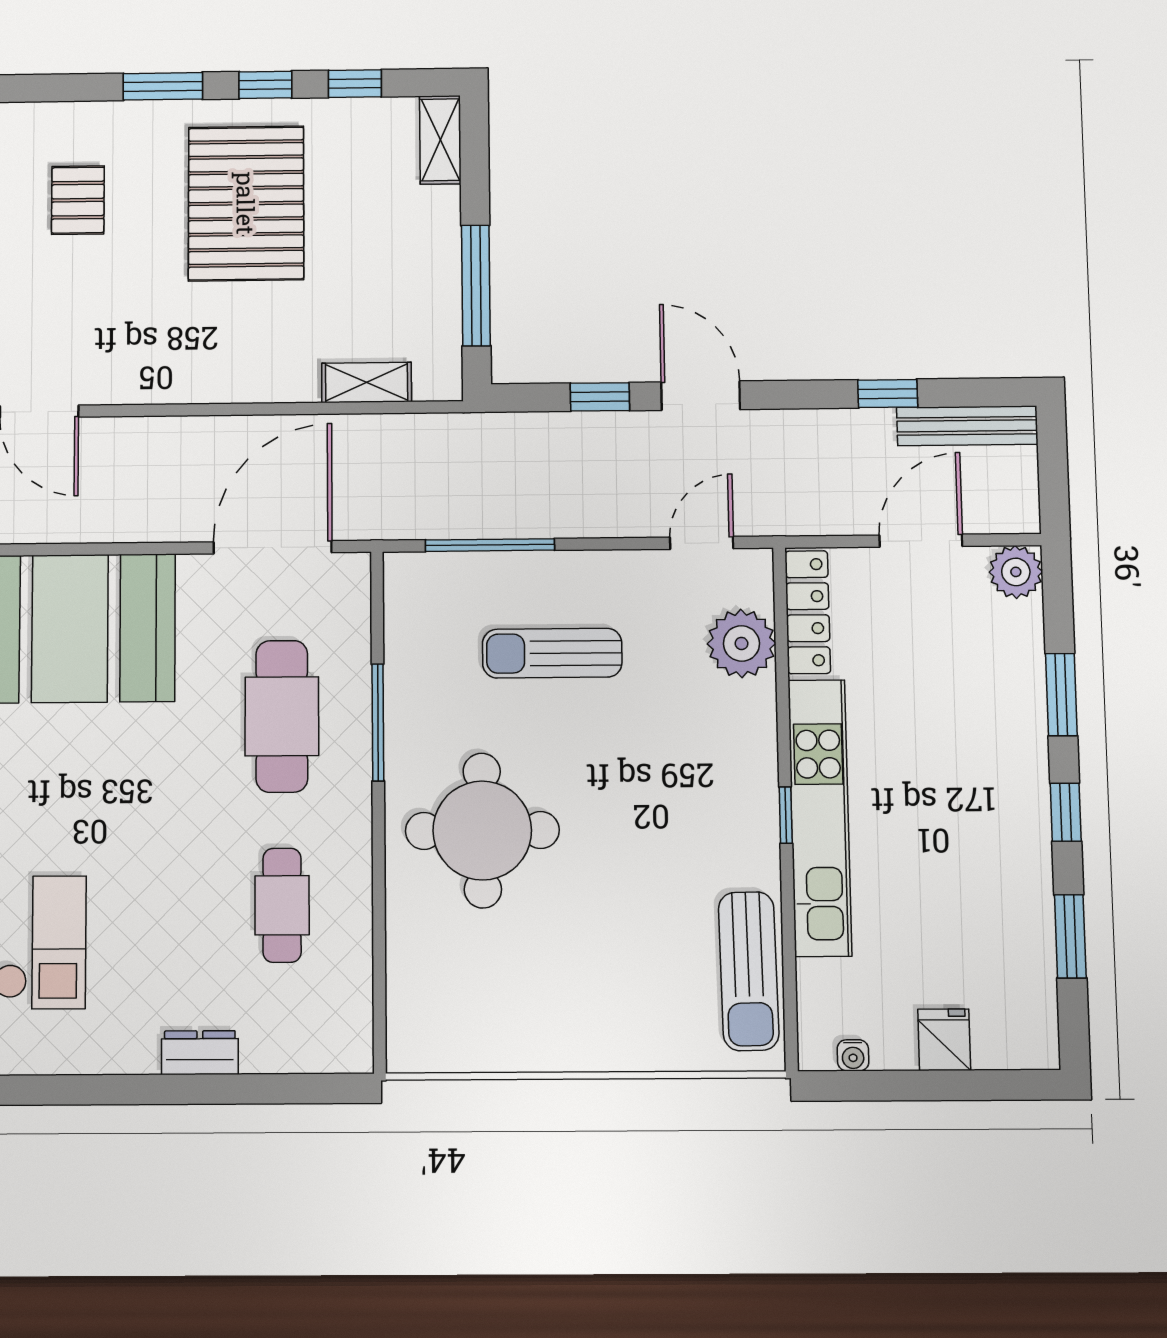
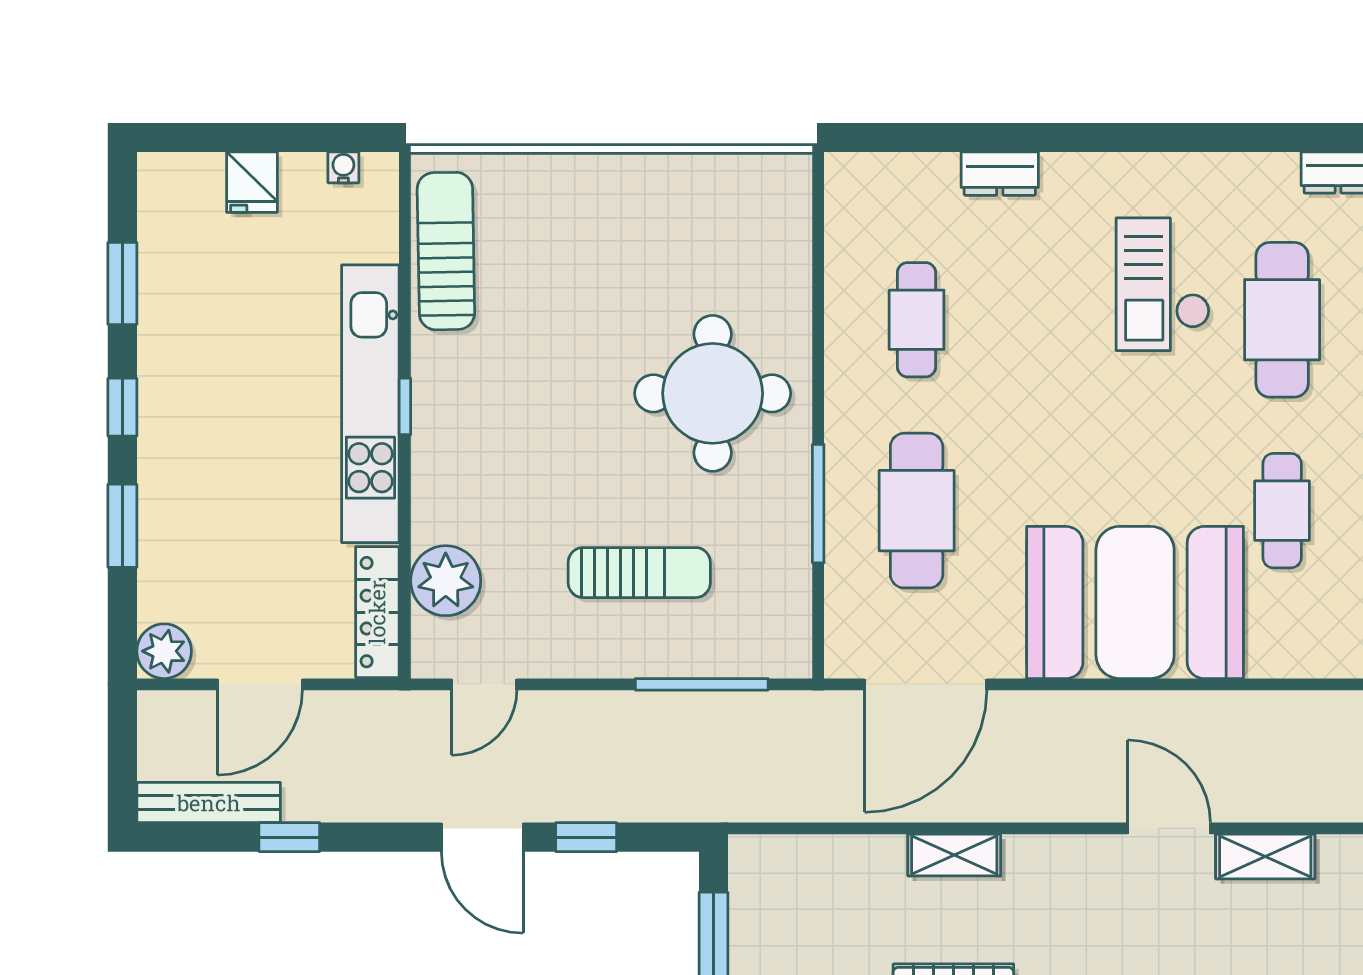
shelving: (367, 382) -> (954, 855), moved

